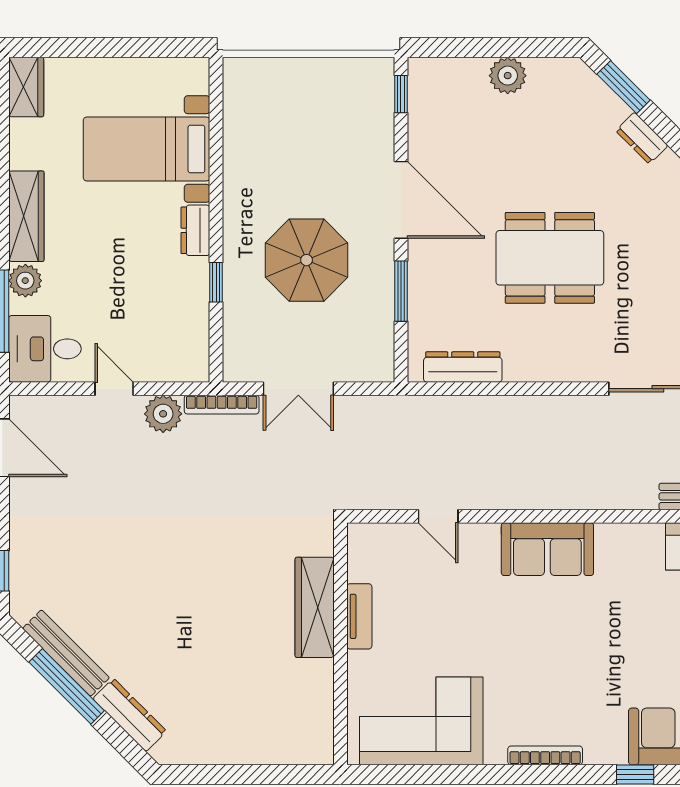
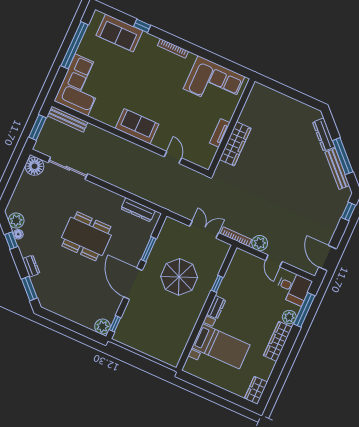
plant: (508, 76) -> (102, 327), moved

